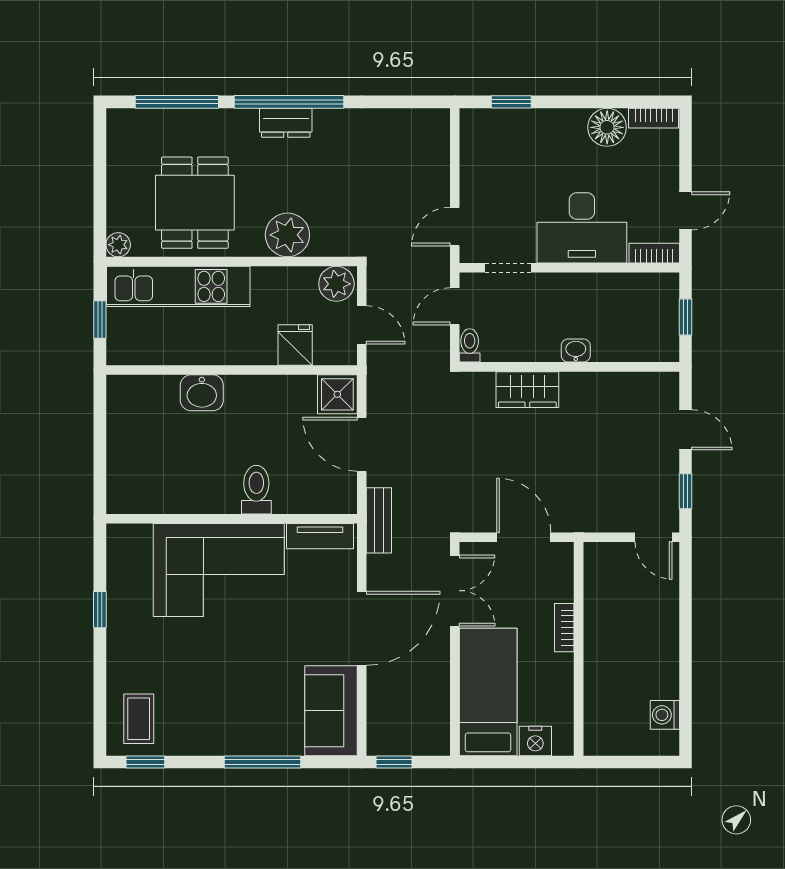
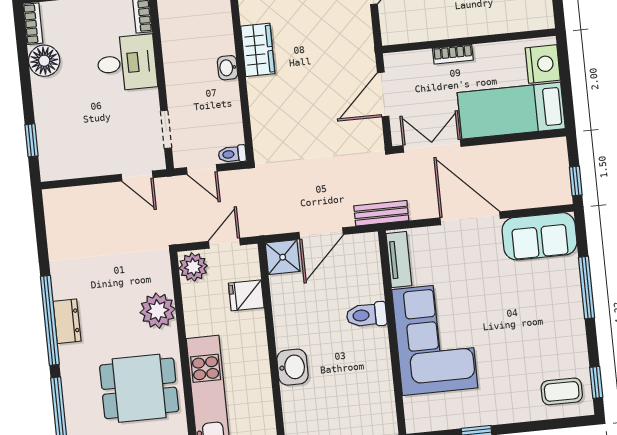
desk: (582, 228) -> (127, 63), width x0.73
wardrobe: (527, 390) -> (258, 50), moved
nightstand: (535, 741) -> (543, 64), width x1.36, depth x1.33

